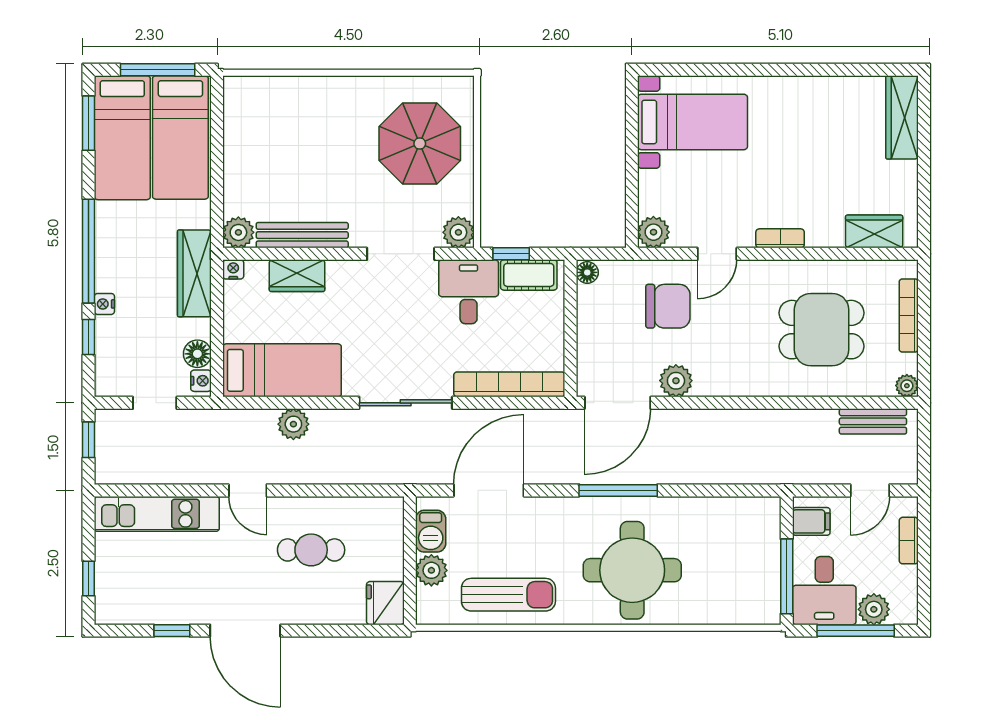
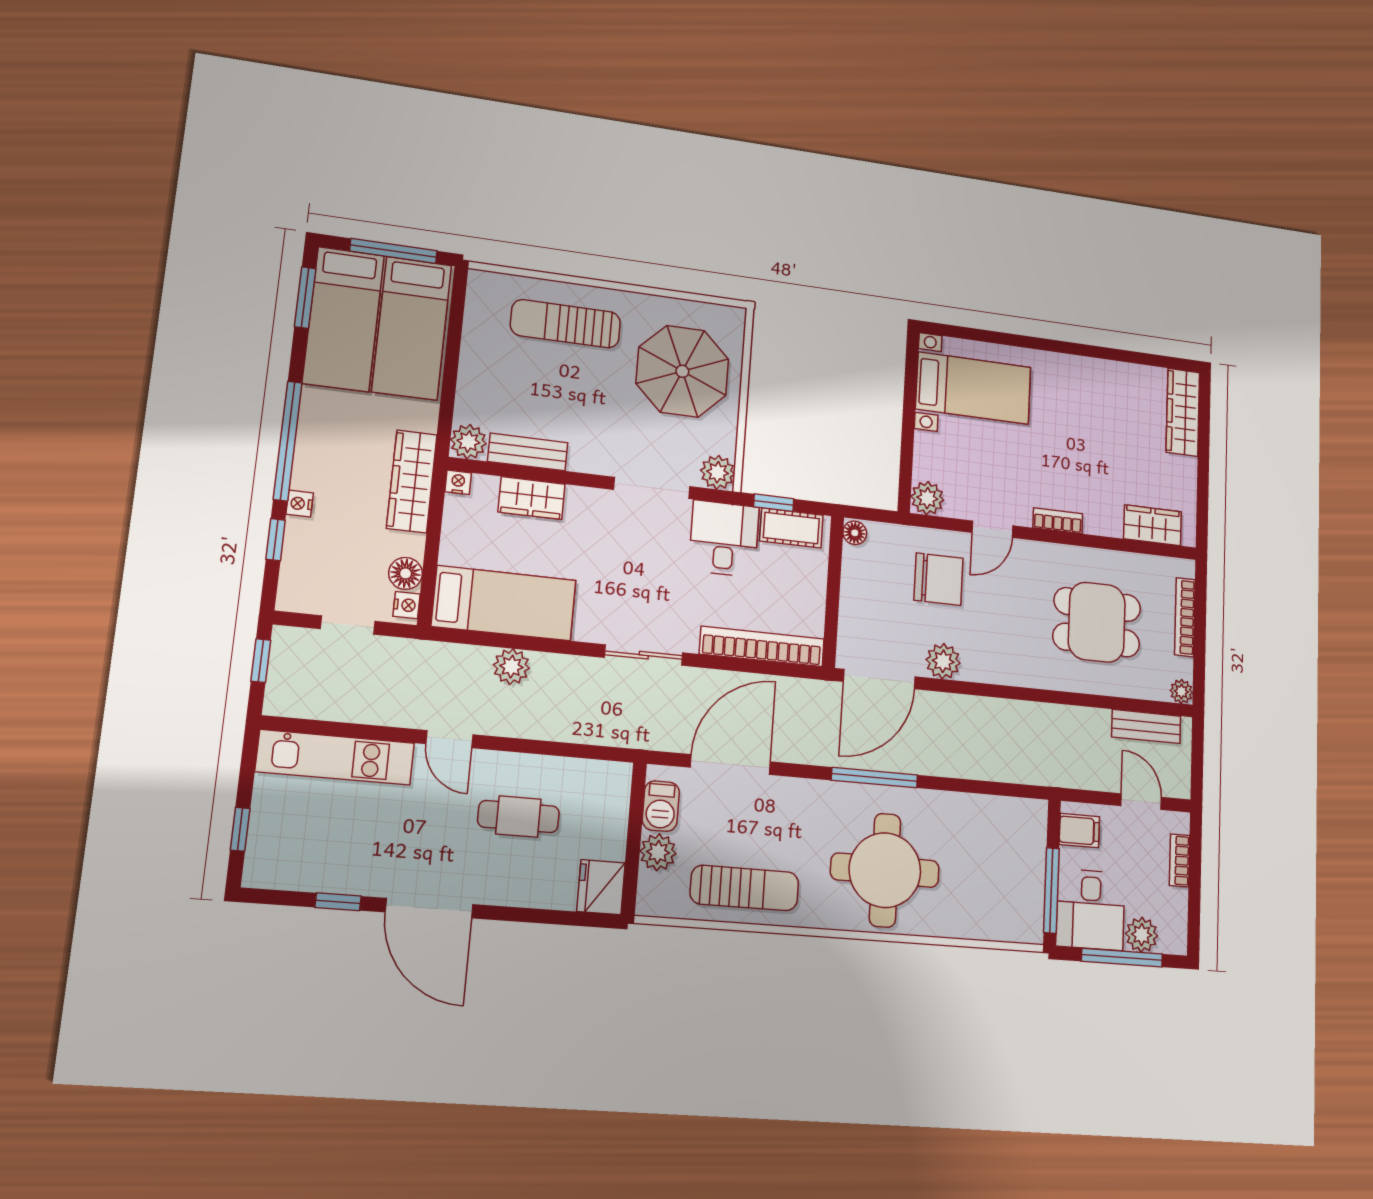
sun lounger: (312, 114) -> (566, 324), added
bench: (302, 235) -> (528, 452), width x0.73
sliding door: (406, 403) -> (644, 655), width x0.73
door: (870, 490) -> (1141, 802), swing flipped

